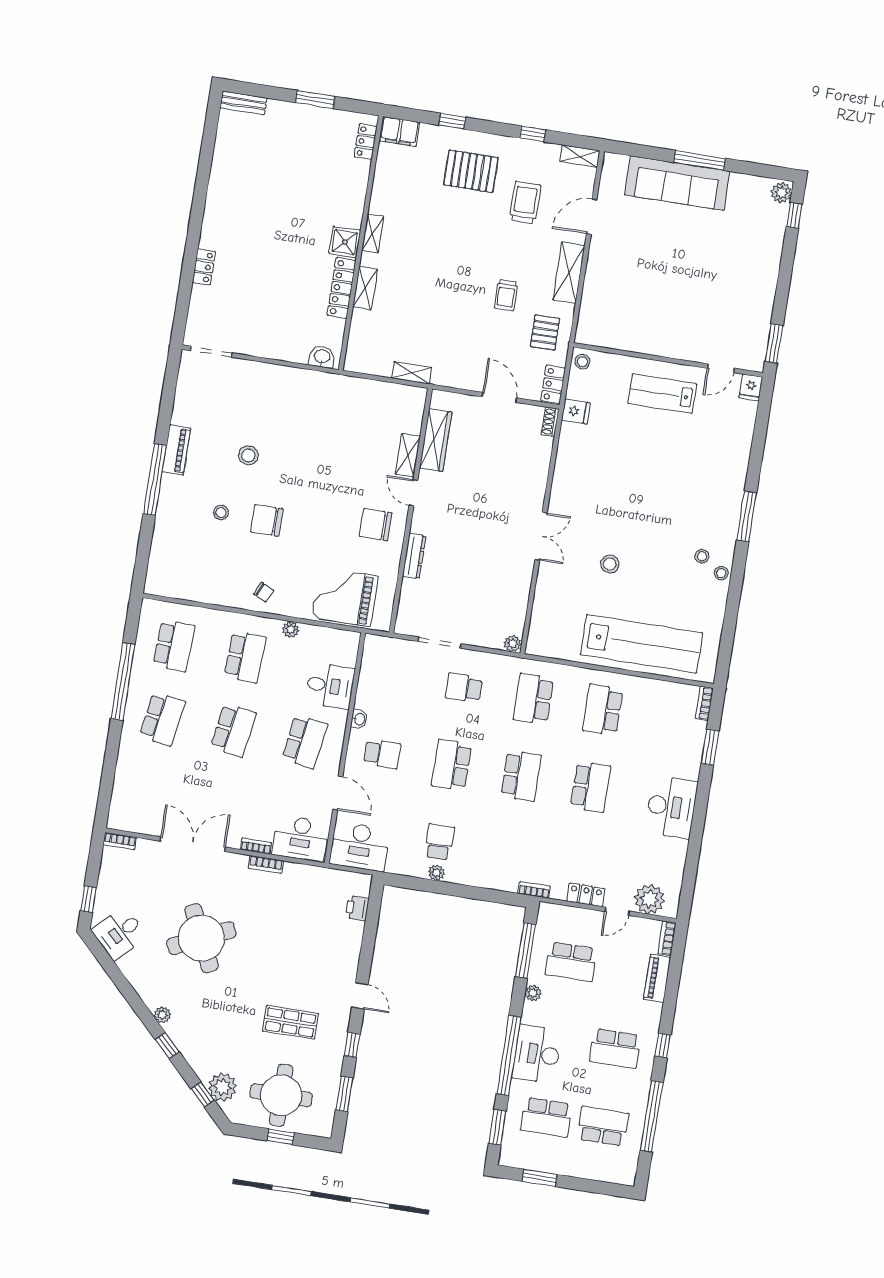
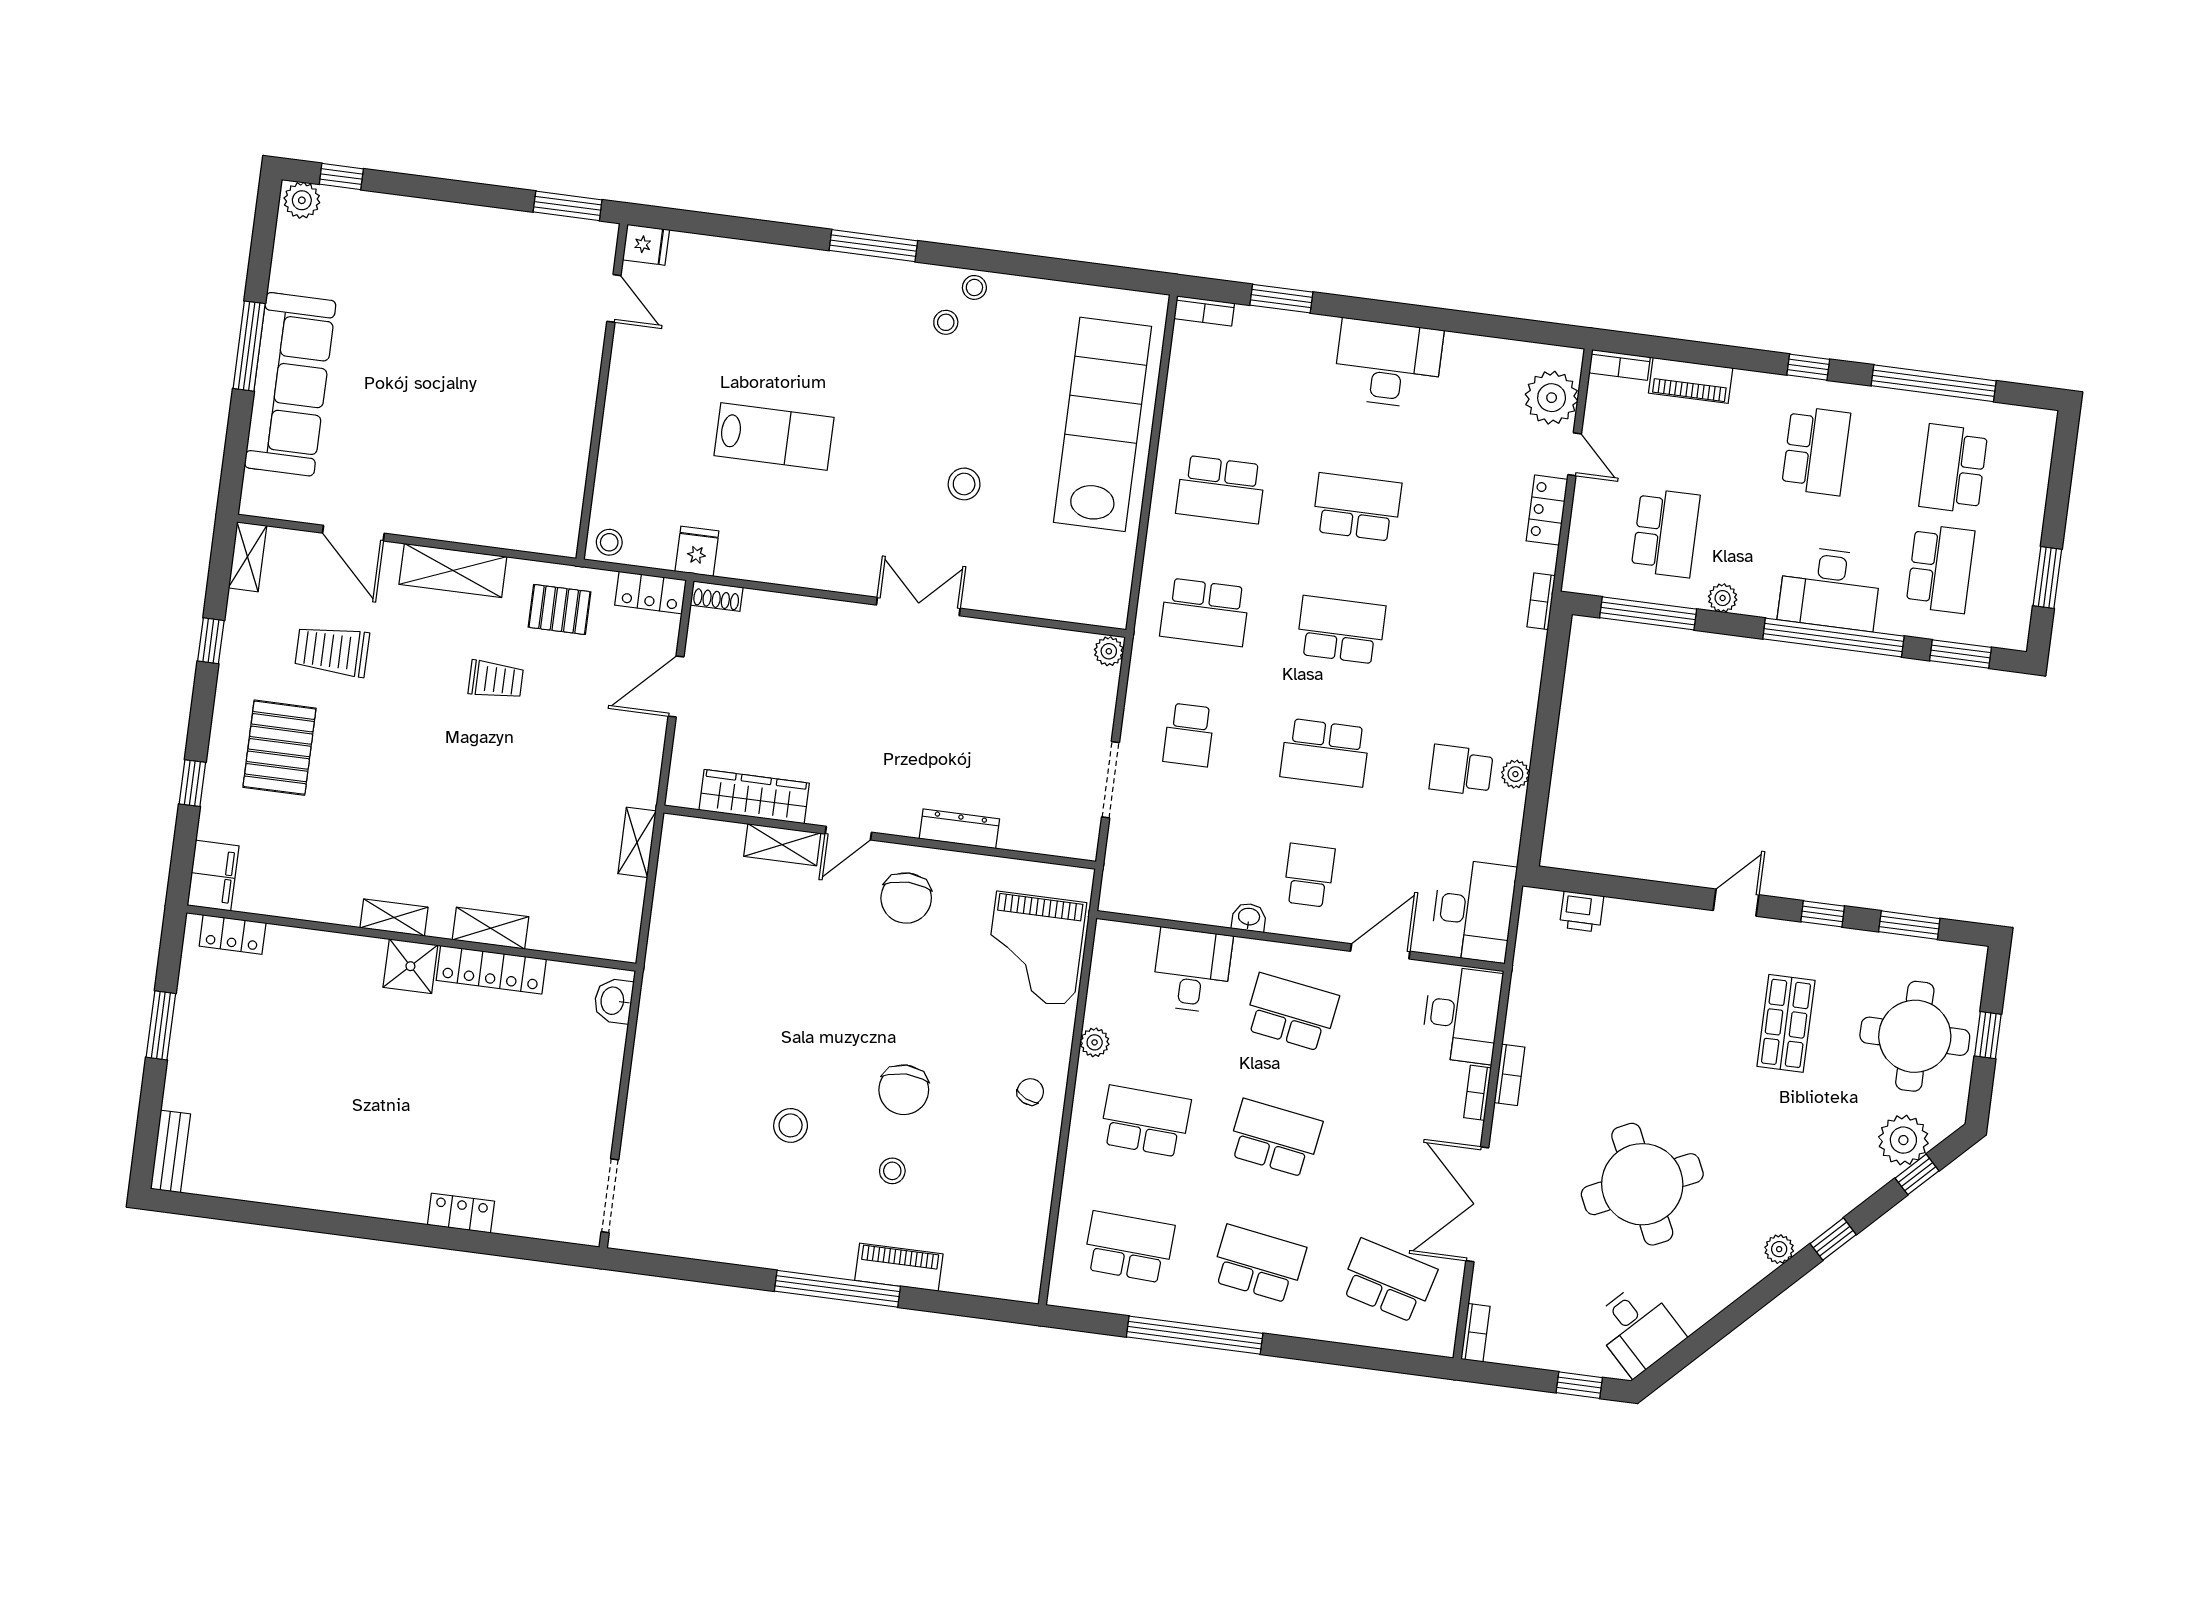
lab bench: (662, 394) -> (774, 436), moved, turned -90
piano: (176, 450) -> (899, 1267), moved
school desk: (151, 792) -> (1388, 1281), added

